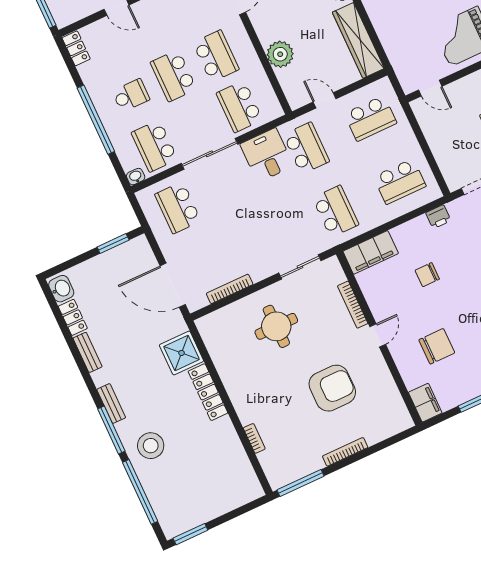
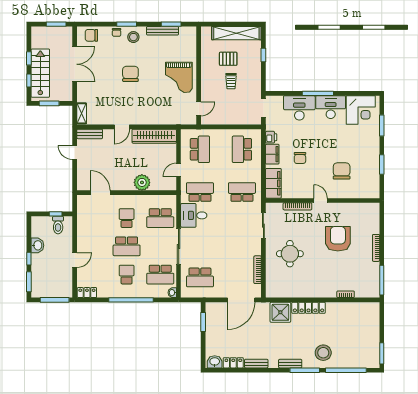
school desk: (216, 56) -> (127, 218), width x0.54
school desk: (400, 181) -> (242, 149), turned 180
filing cabinet: (425, 403) -> (272, 154), moved, turned 90

